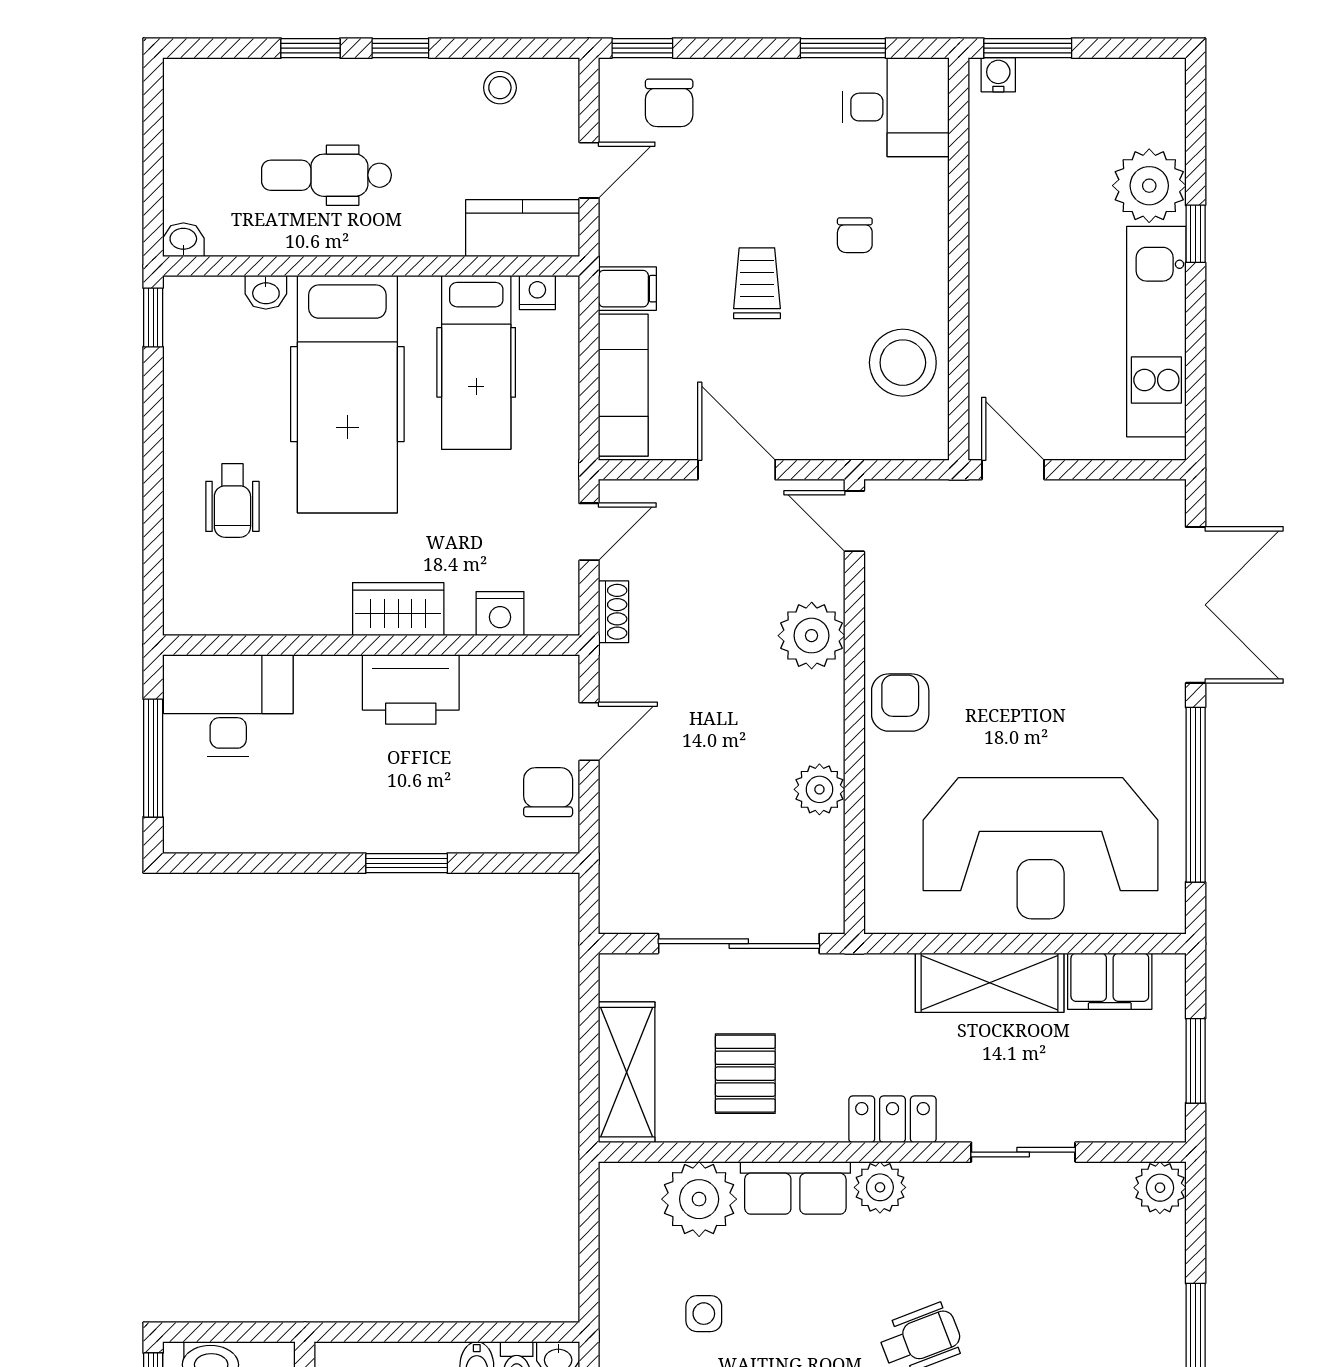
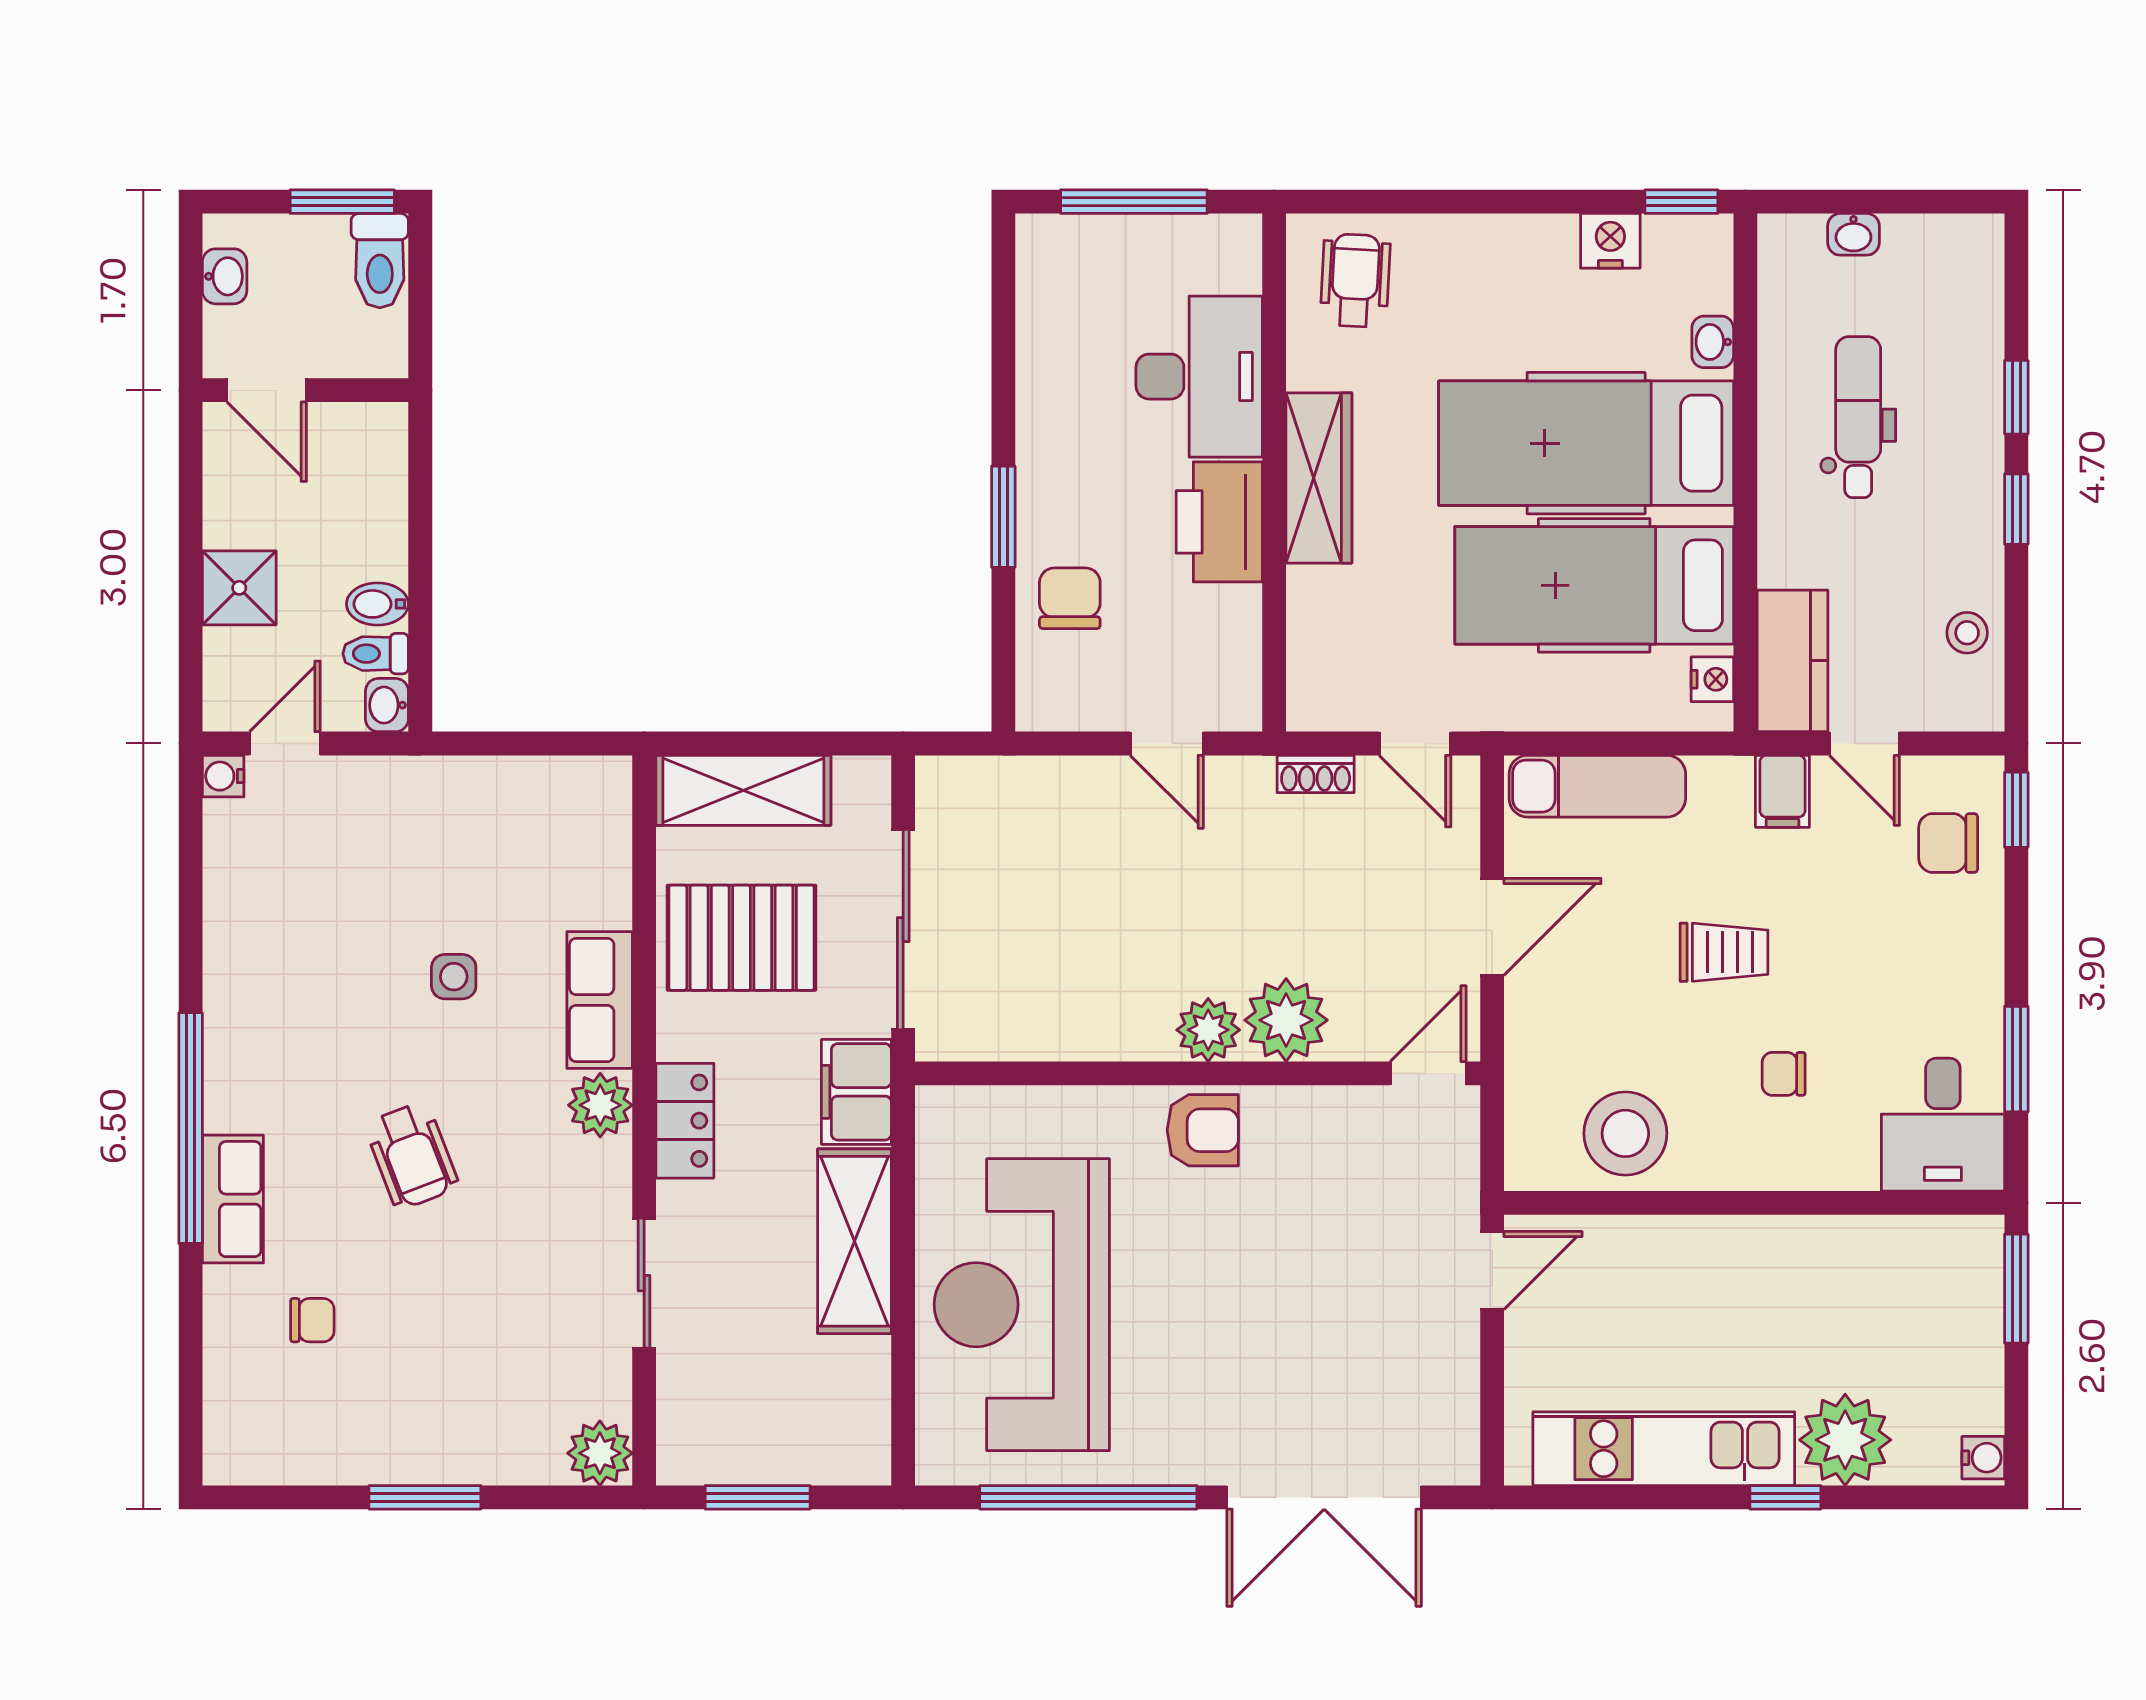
water cooler: (998, 75) -> (1983, 1458), moved
washbasin: (183, 240) -> (1853, 234), moved, turned 90
filing cabinet: (627, 289) -> (1782, 791), moved
hospital bed: (476, 362) -> (1594, 585), width x1.37, depth x1.29
wheelchair: (232, 501) -> (1355, 280), moved, turned 93
wardrobe: (398, 609) -> (1319, 478), width x1.50
nightstand: (500, 614) -> (1610, 241), moved, turned 90
desk: (228, 705) -> (1199, 377), moved
plant: (819, 789) -> (1208, 1030), moved
chair: (548, 792) -> (1070, 598), moved, turned -90
filing cabinet: (1110, 981) -> (856, 1092), moved
pallet: (745, 1074) -> (742, 938), width x1.50, depth x1.42
plant: (699, 1199) -> (586, 880), removed
side table: (704, 1314) -> (454, 977), moved

